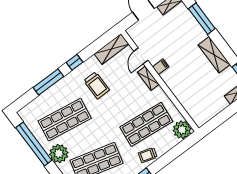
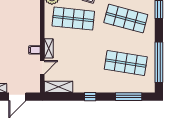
window: (48, 82) -> (129, 97), moved
trolley: (97, 85) -> (87, 70), removed
plant: (59, 153) -> (147, 43), removed

